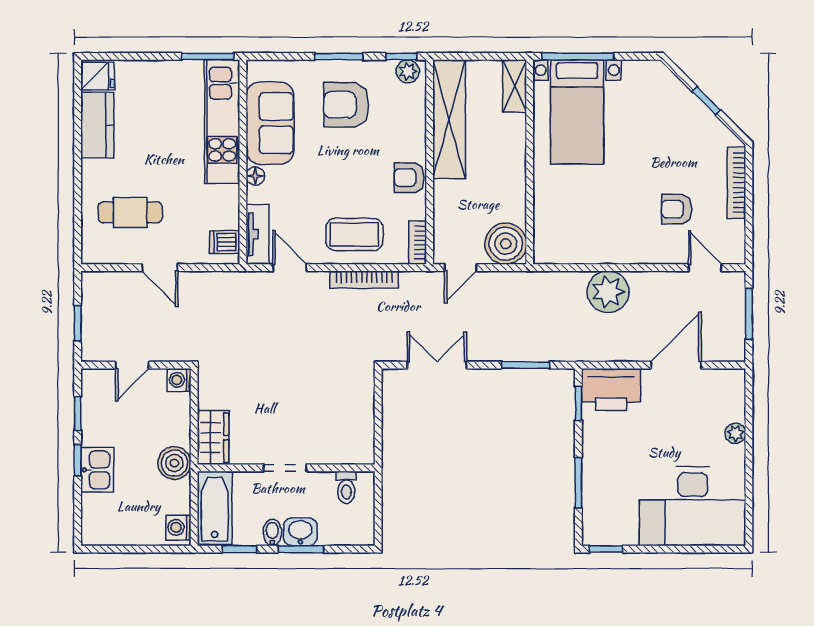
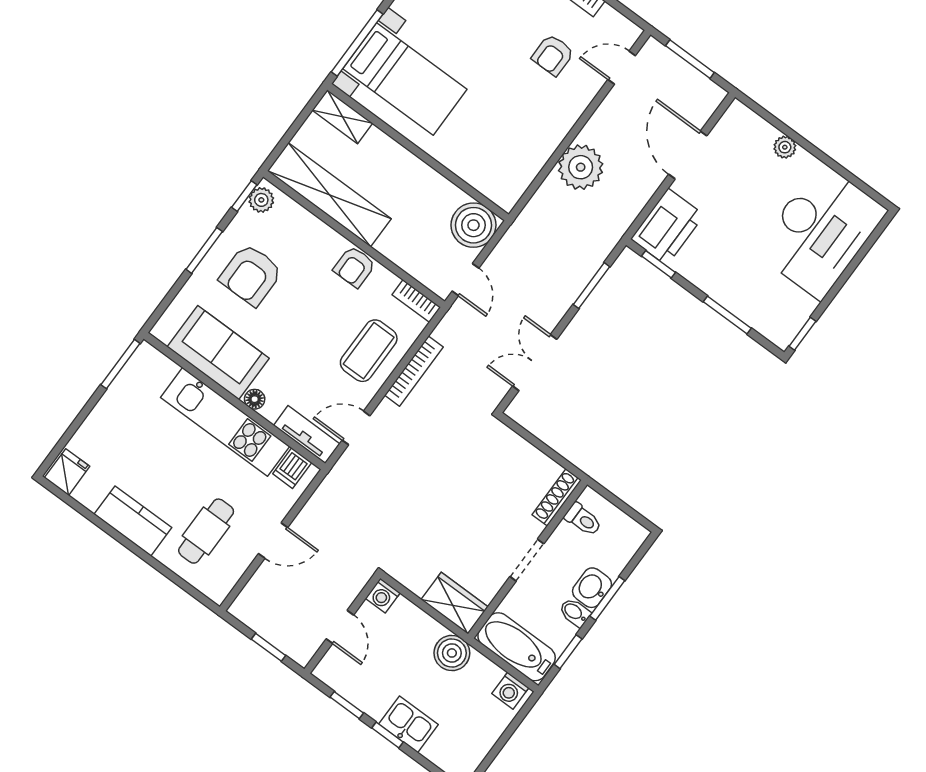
kitchen unit: (222, 121) -> (225, 422), moved
kitchen counter: (97, 125) -> (133, 521), moved
shoe rack: (348, 456) -> (557, 497), added

